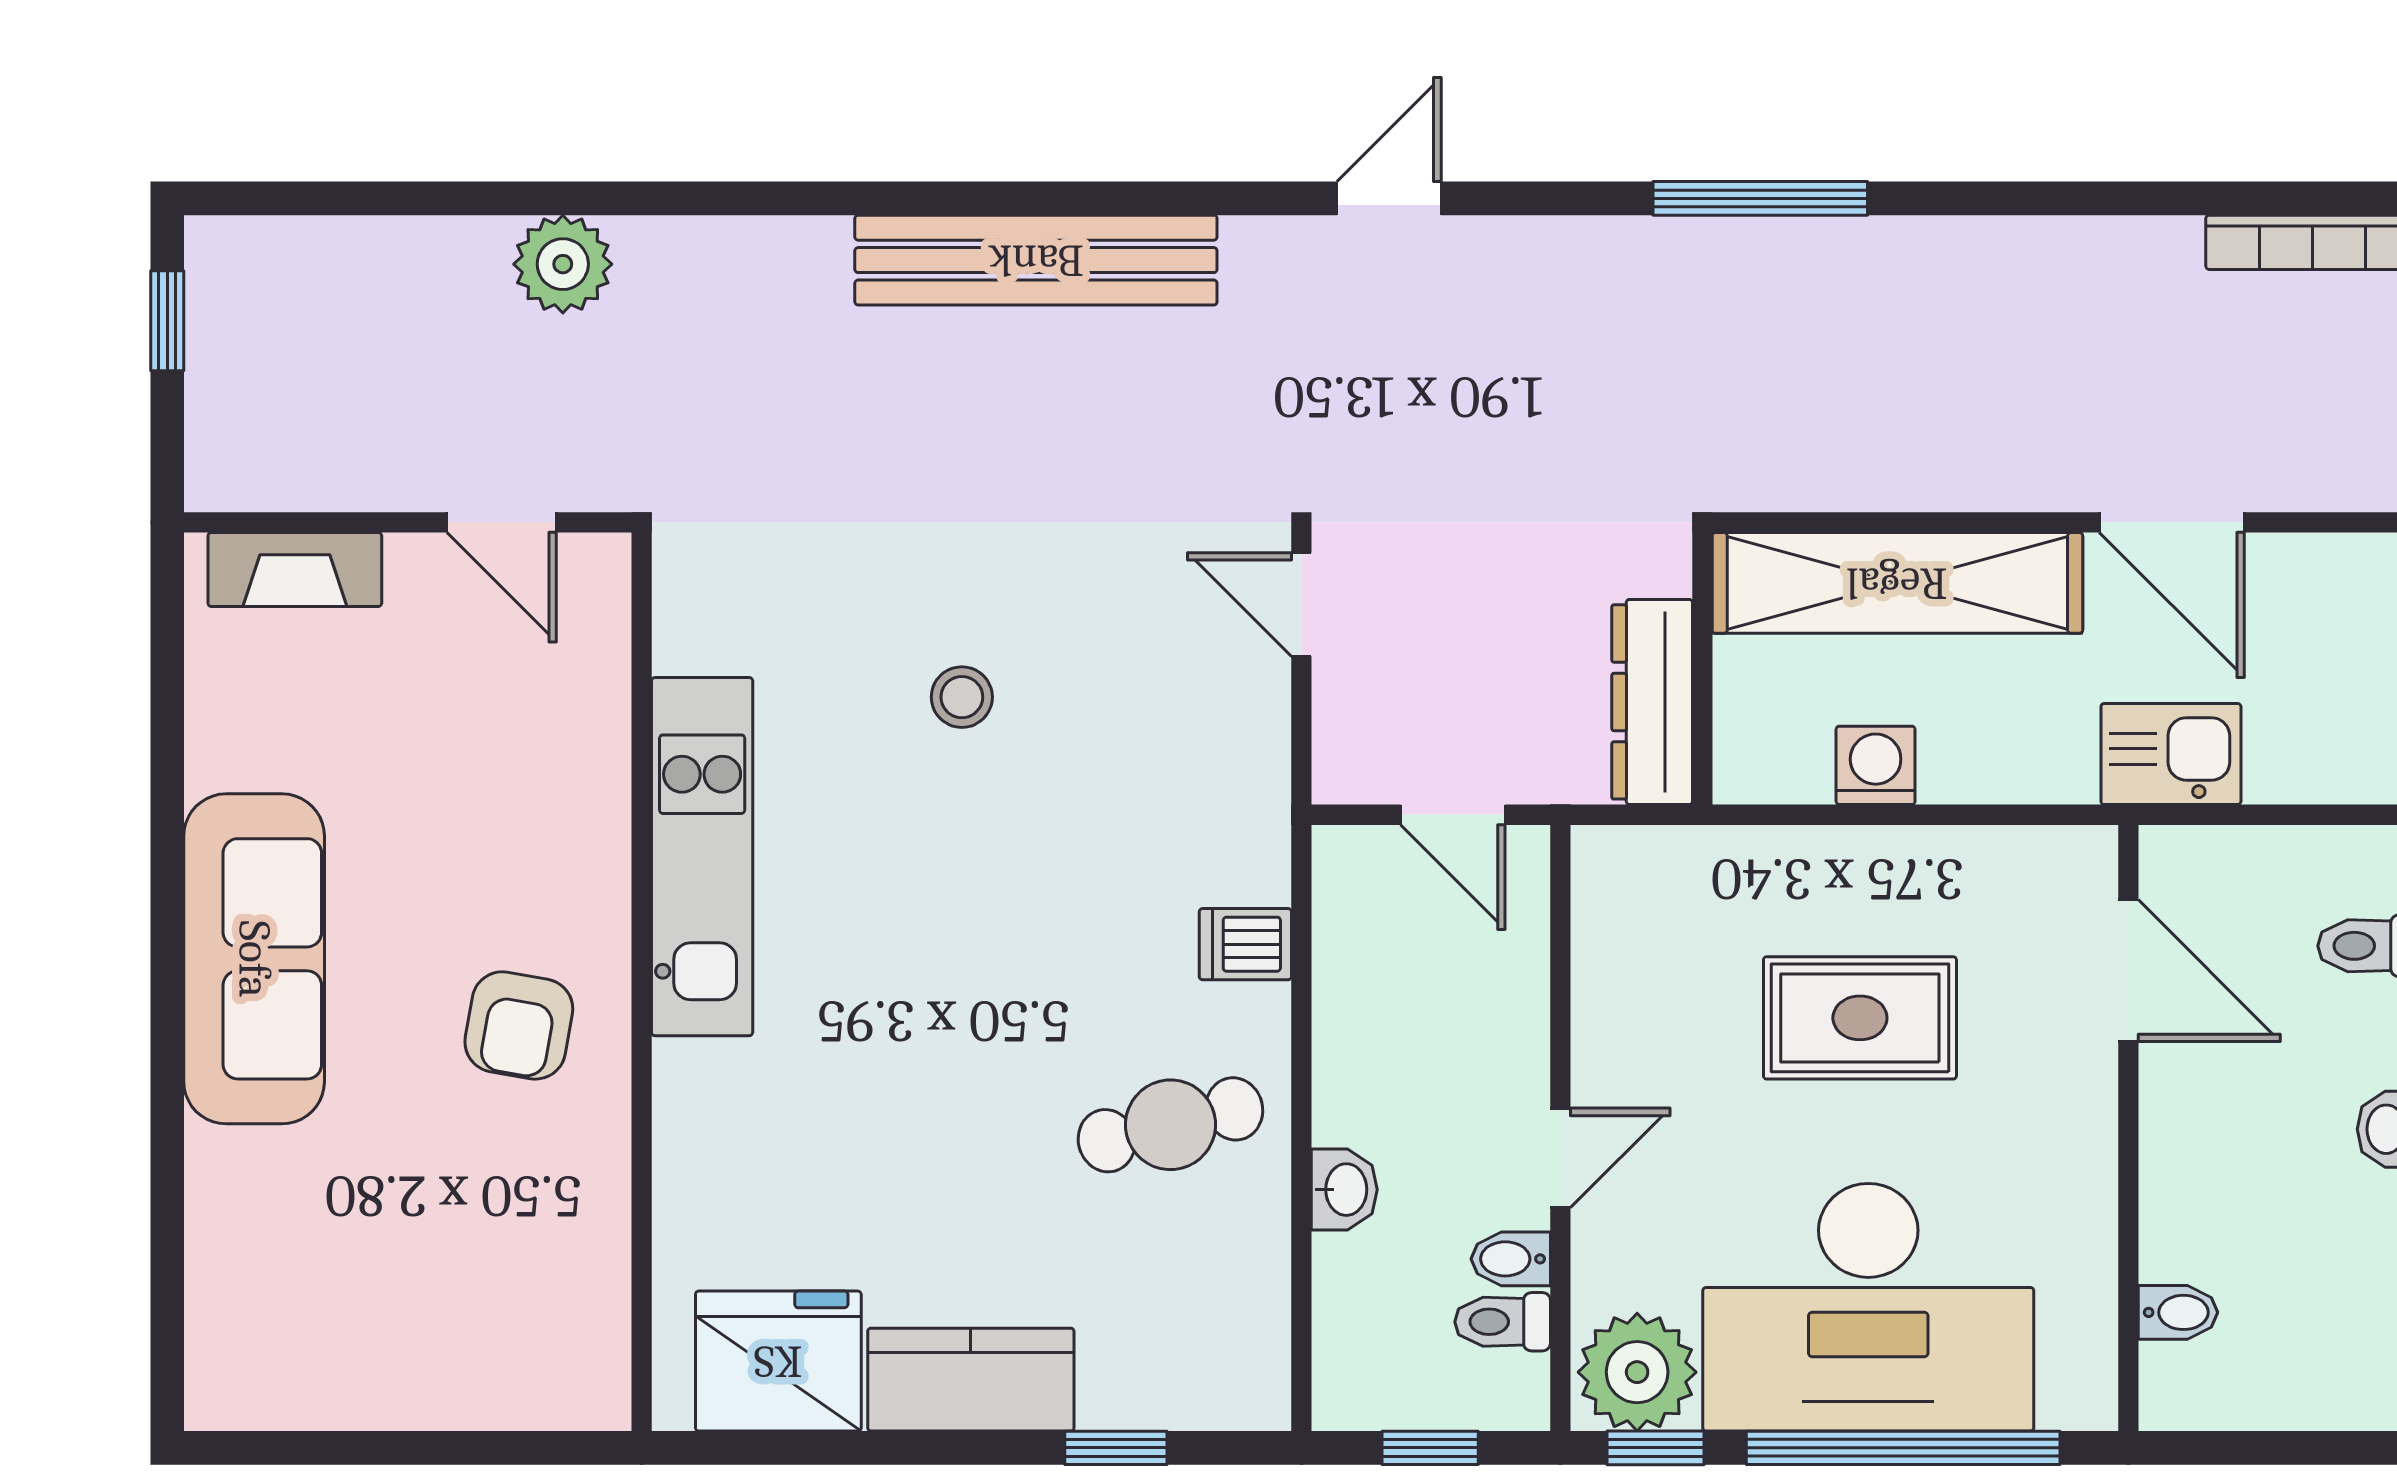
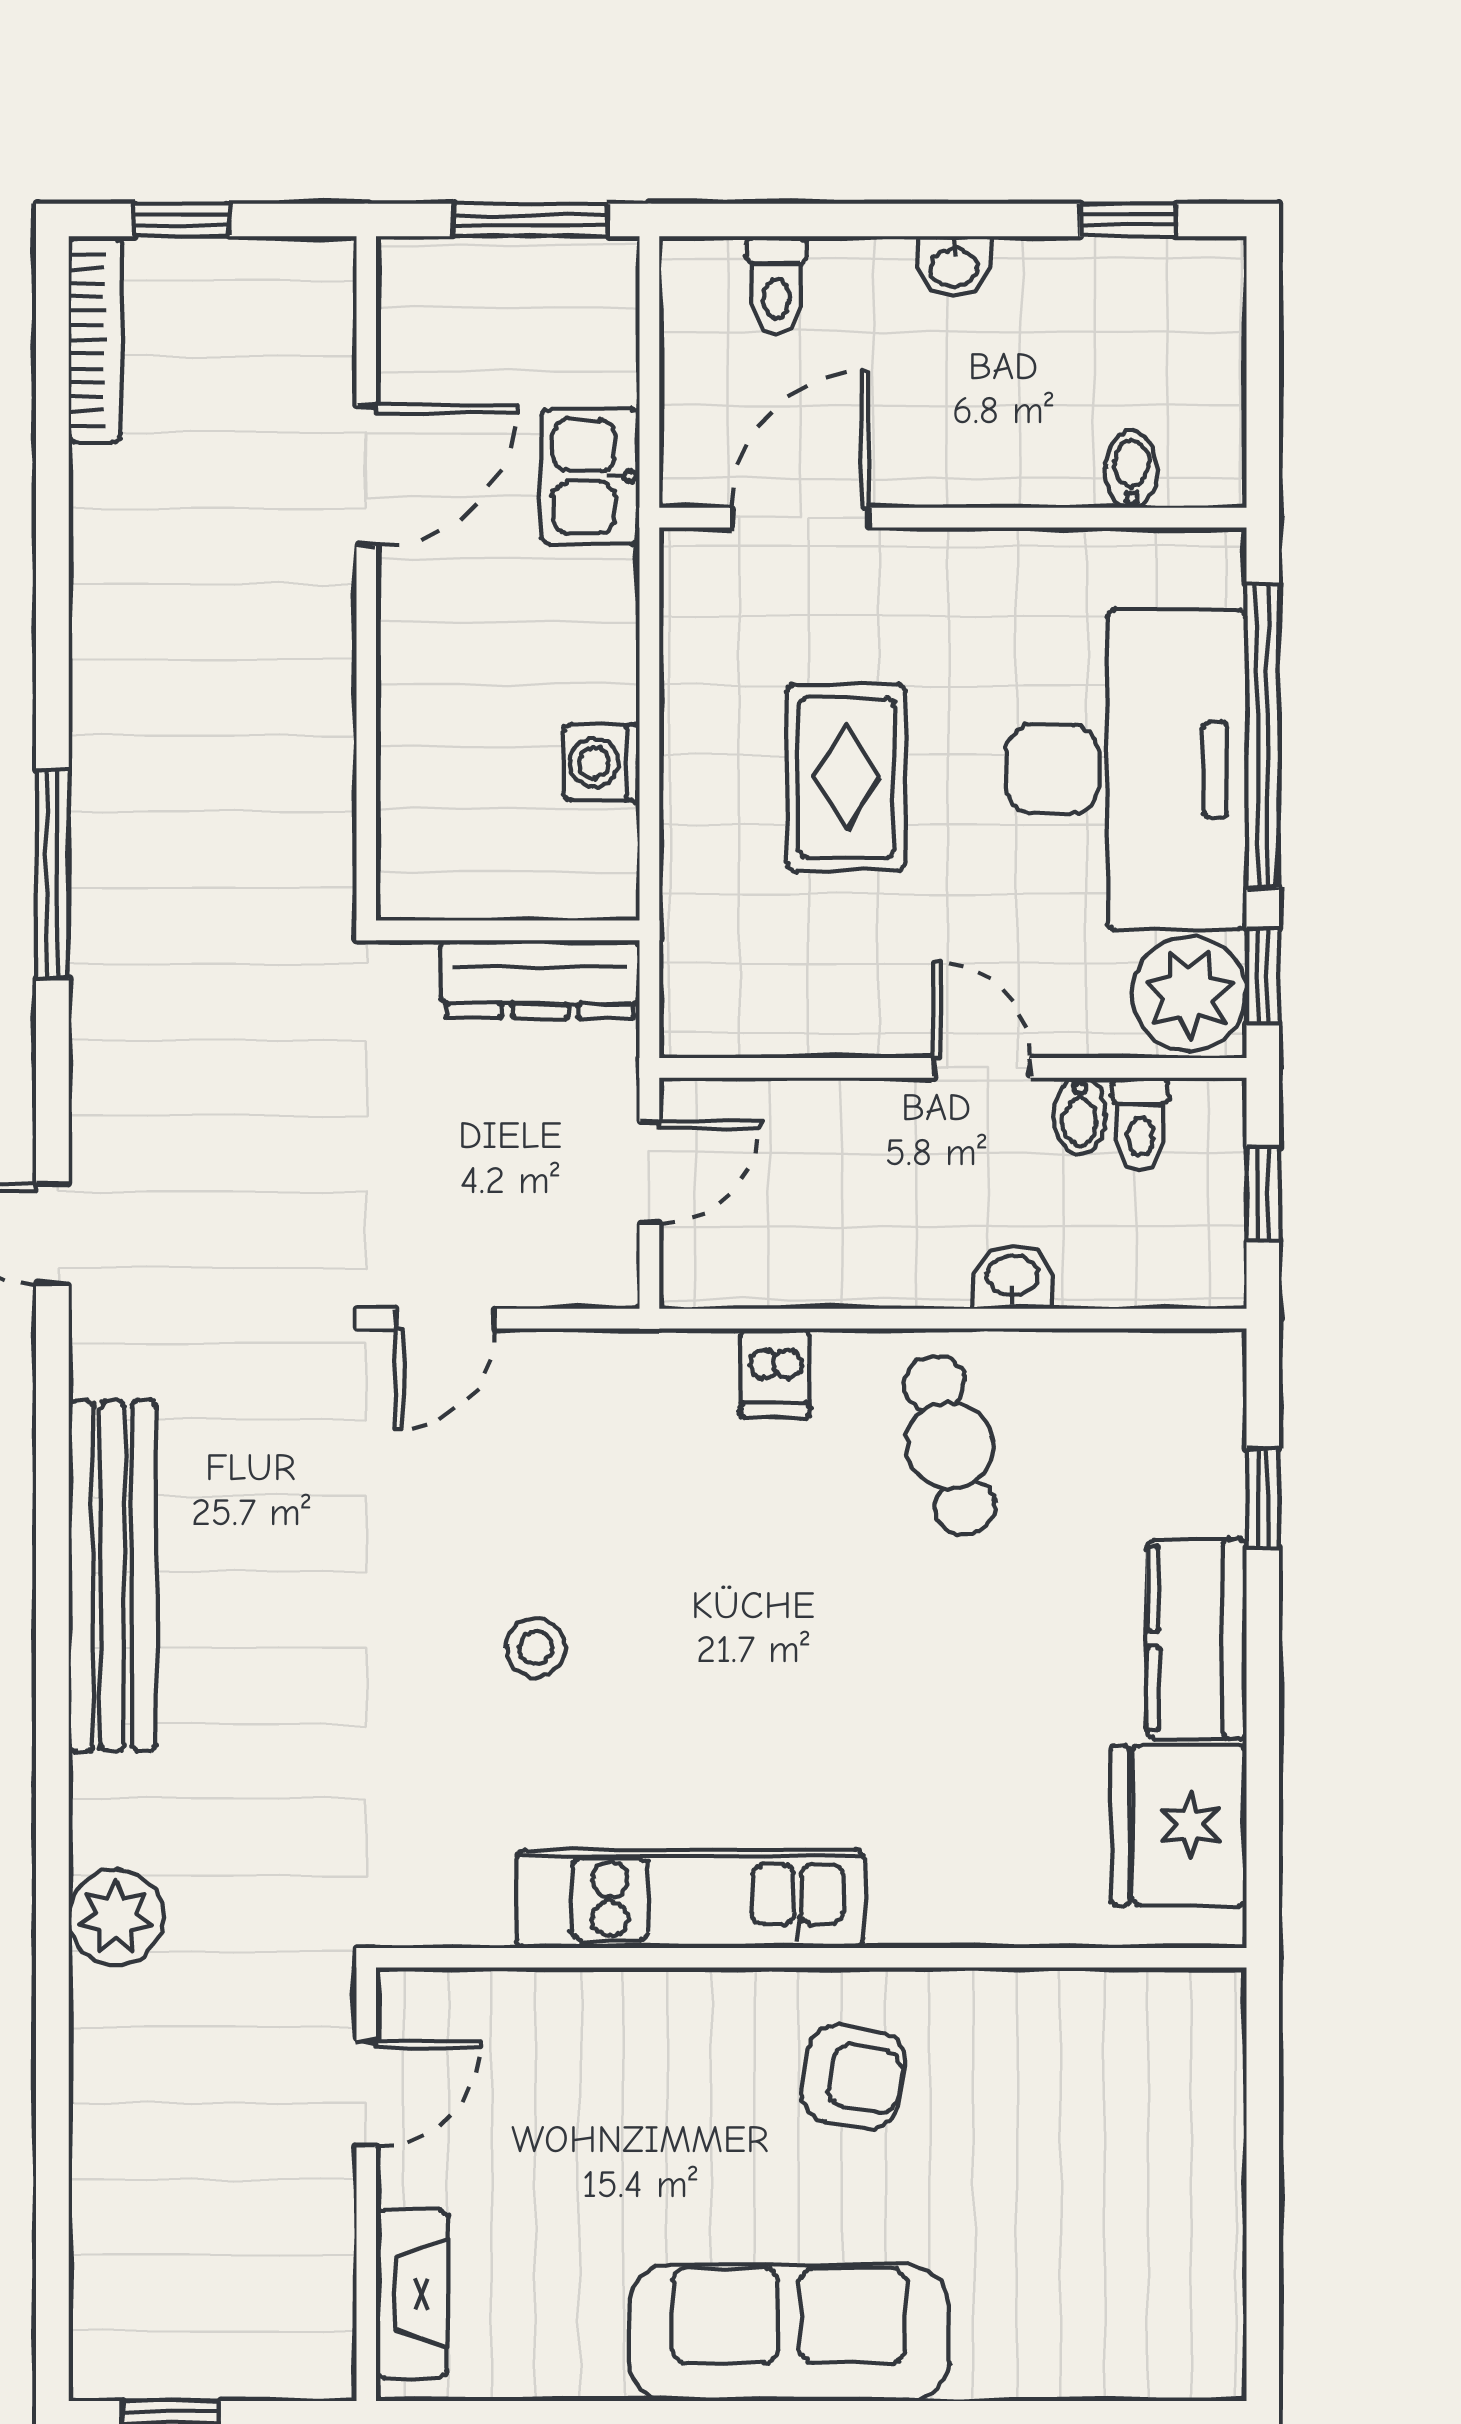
plant: (563, 264) -> (116, 1917), moved
shelving: (1897, 583) -> (425, 741), removed

